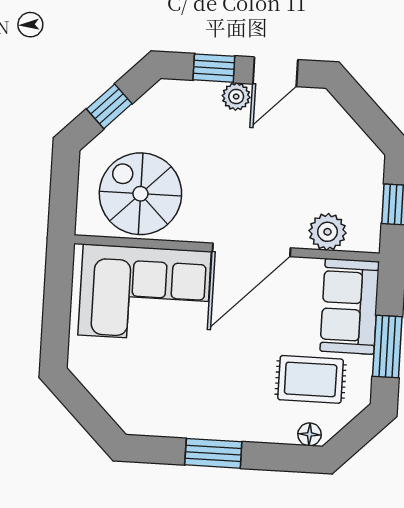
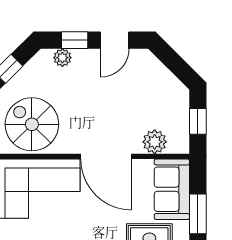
plant: (236, 96) -> (62, 58), moved
door: (251, 250) -> (106, 156), hinge flipped

